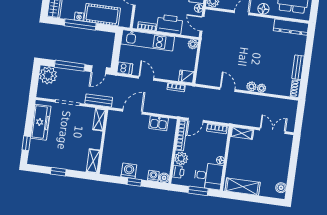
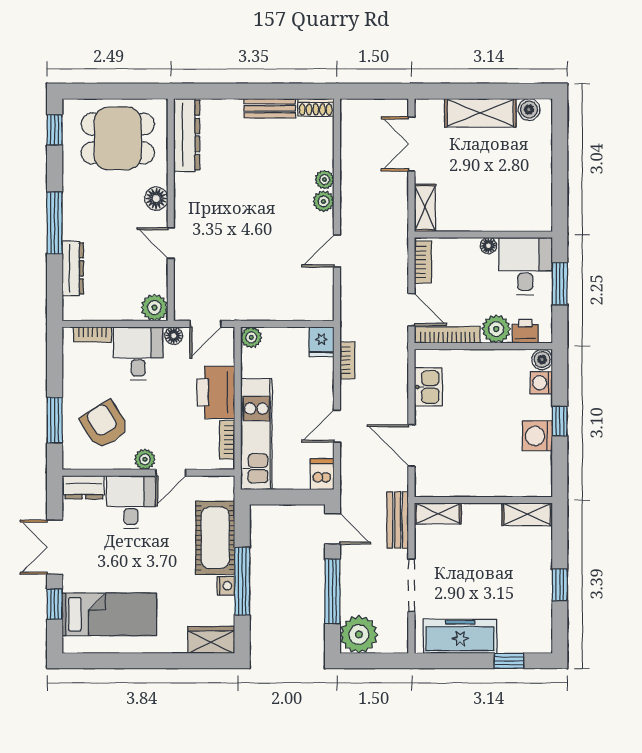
shelving: (243, 187) -> (480, 113), moved, turned 90

